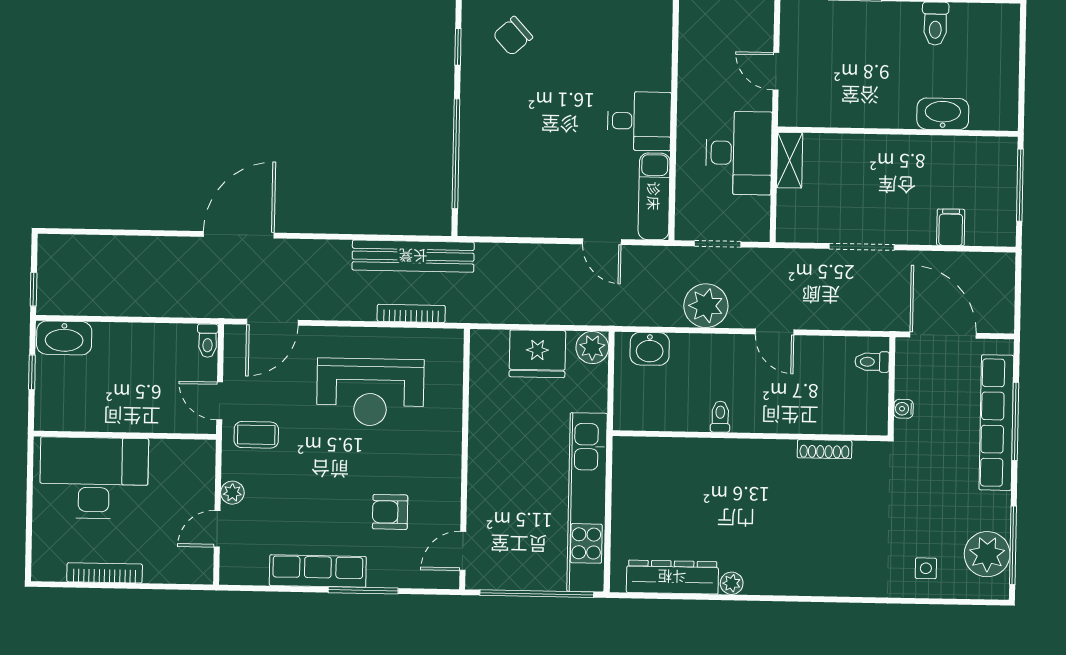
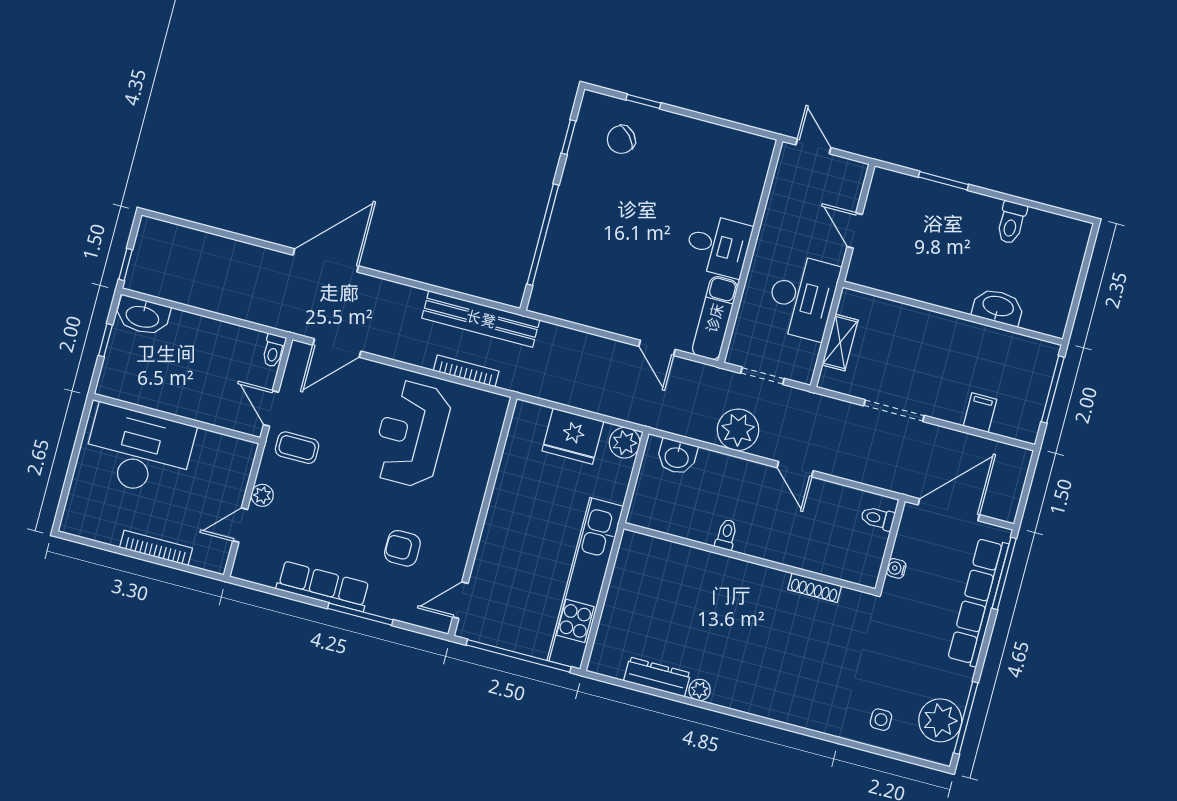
shelving: (790, 160) -> (840, 343), moved
door: (943, 335) -> (949, 510), hinge flipped
reception desk: (370, 392) -> (411, 434), turned 90
window: (1015, 421) -> (1004, 573), moved
bookcase: (105, 573) -> (156, 548), moved
dresser: (672, 577) -> (657, 677), width x0.73, depth x0.80

